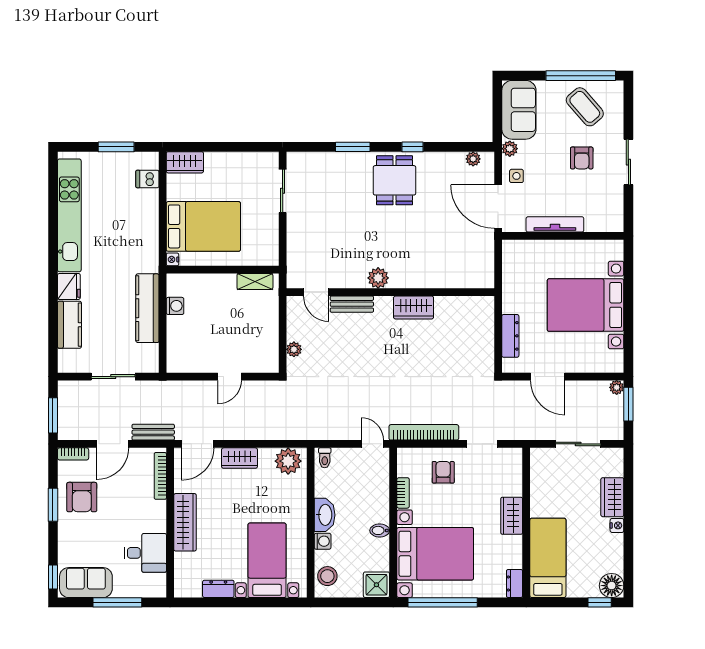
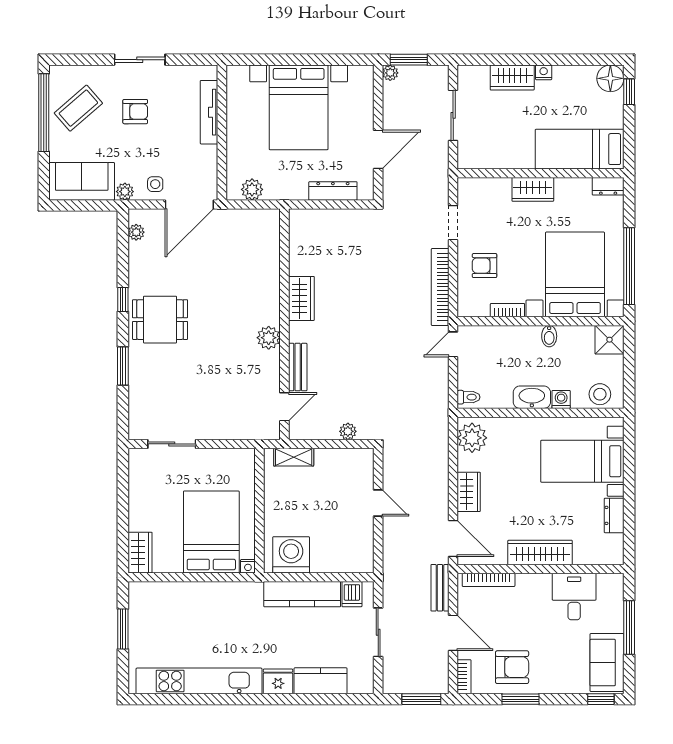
dishwasher: (147, 179) -> (352, 594), moved
tv unit: (555, 224) -> (209, 112), moved
plant: (512, 263) -> (252, 189), added
shelving: (255, 281) -> (294, 457), moved, turned 90
washing machine: (175, 306) -> (291, 555), width x1.89, depth x1.89

